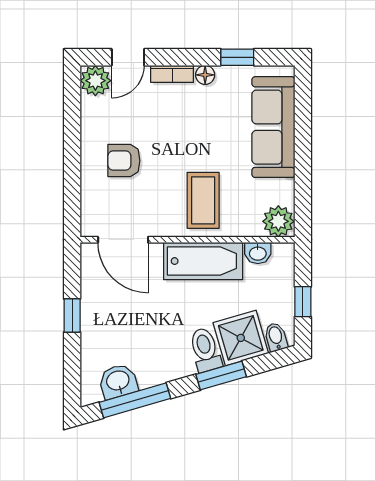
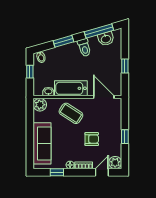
window: (72, 144) -> (125, 137), added
armchair: (124, 161) -> (92, 139), moved
coffee table: (203, 200) -> (71, 113), turned -57
shower: (241, 338) -> (55, 57), removed
toilet: (205, 350) -> (84, 48), moved

